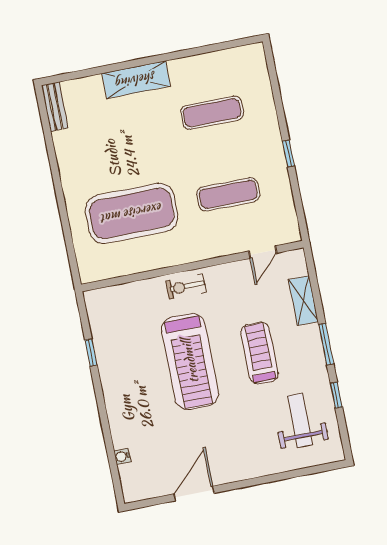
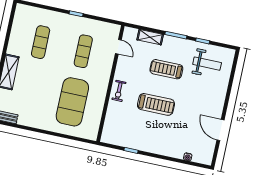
treadmill: (190, 361) -> (156, 104), width x0.73, depth x0.73
weight bench: (300, 420) -> (207, 64), turned 180

